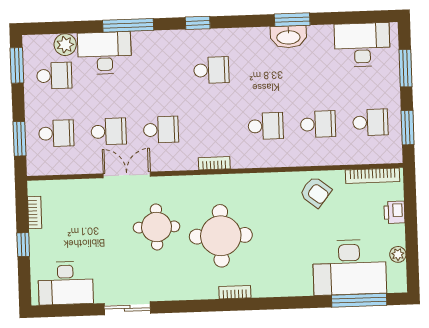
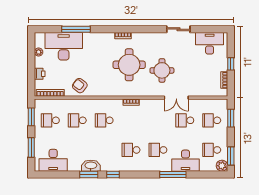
window: (198, 23) -> (113, 174), moved
plant: (65, 45) -> (222, 166), moved
school desk: (161, 130) -> (158, 150), moved
window: (359, 300) -> (76, 29), moved

